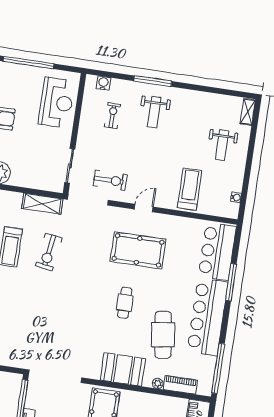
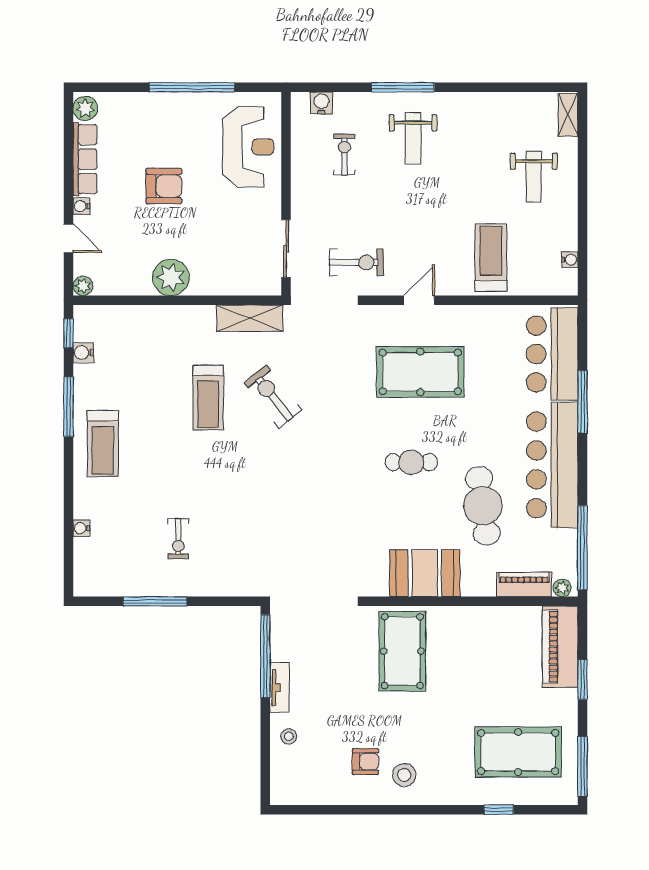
exercise bike: (49, 252) -> (273, 397), turned 133
cafe table: (125, 303) -> (411, 462), turned 90
plant: (158, 383) -> (562, 588), moved

